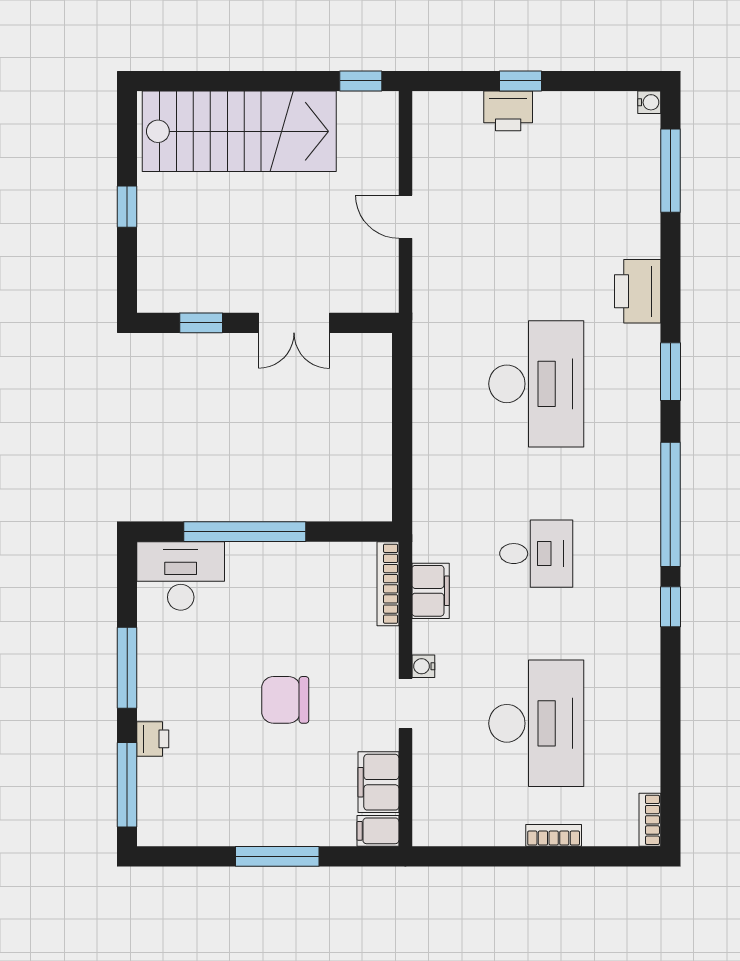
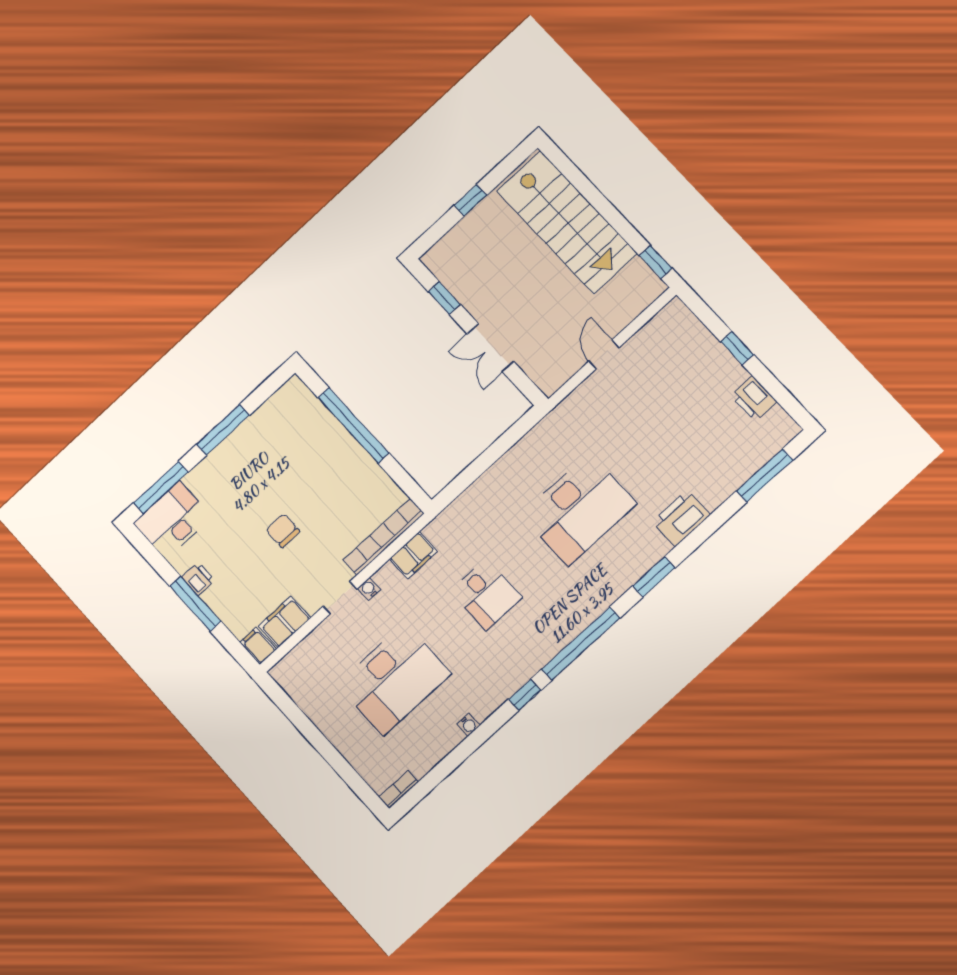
water cooler: (649, 102) -> (468, 725), moved
printer: (508, 111) -> (754, 399), moved
desk: (181, 576) -> (173, 520), moved, turned -90
bookcase: (388, 584) -> (383, 537), width x1.48, depth x1.31
chair: (285, 700) -> (283, 531), width x0.73, depth x0.73
printer: (153, 739) -> (198, 579), moved, turned -90
bookcase: (554, 835) -> (342, 744), removed

